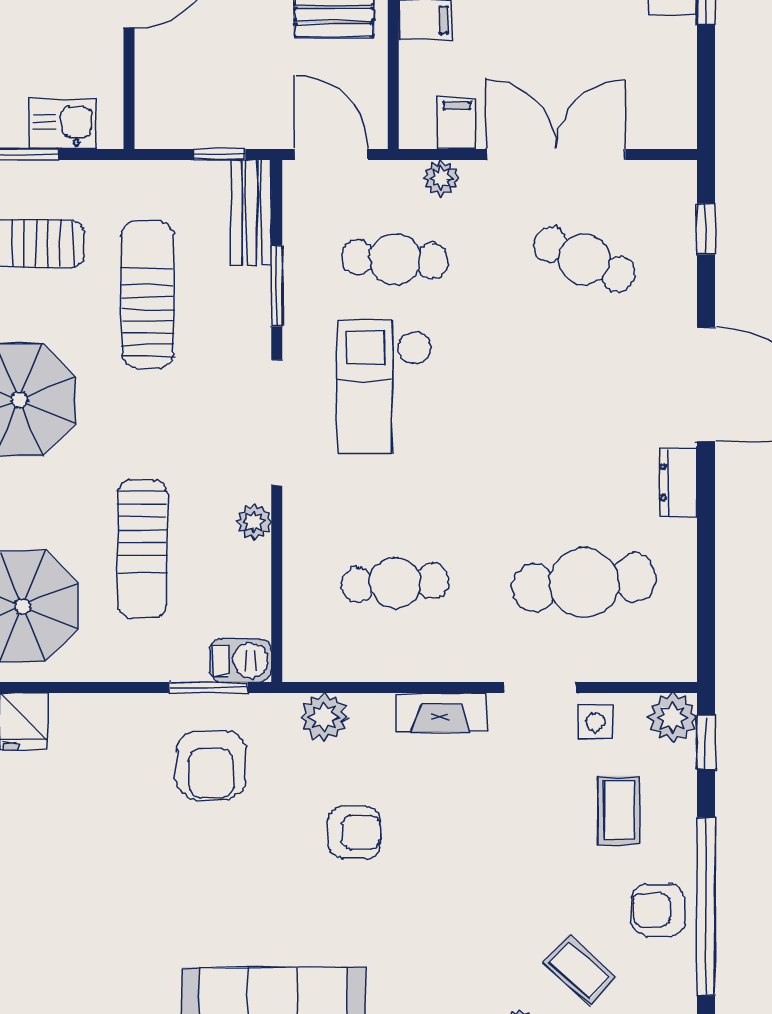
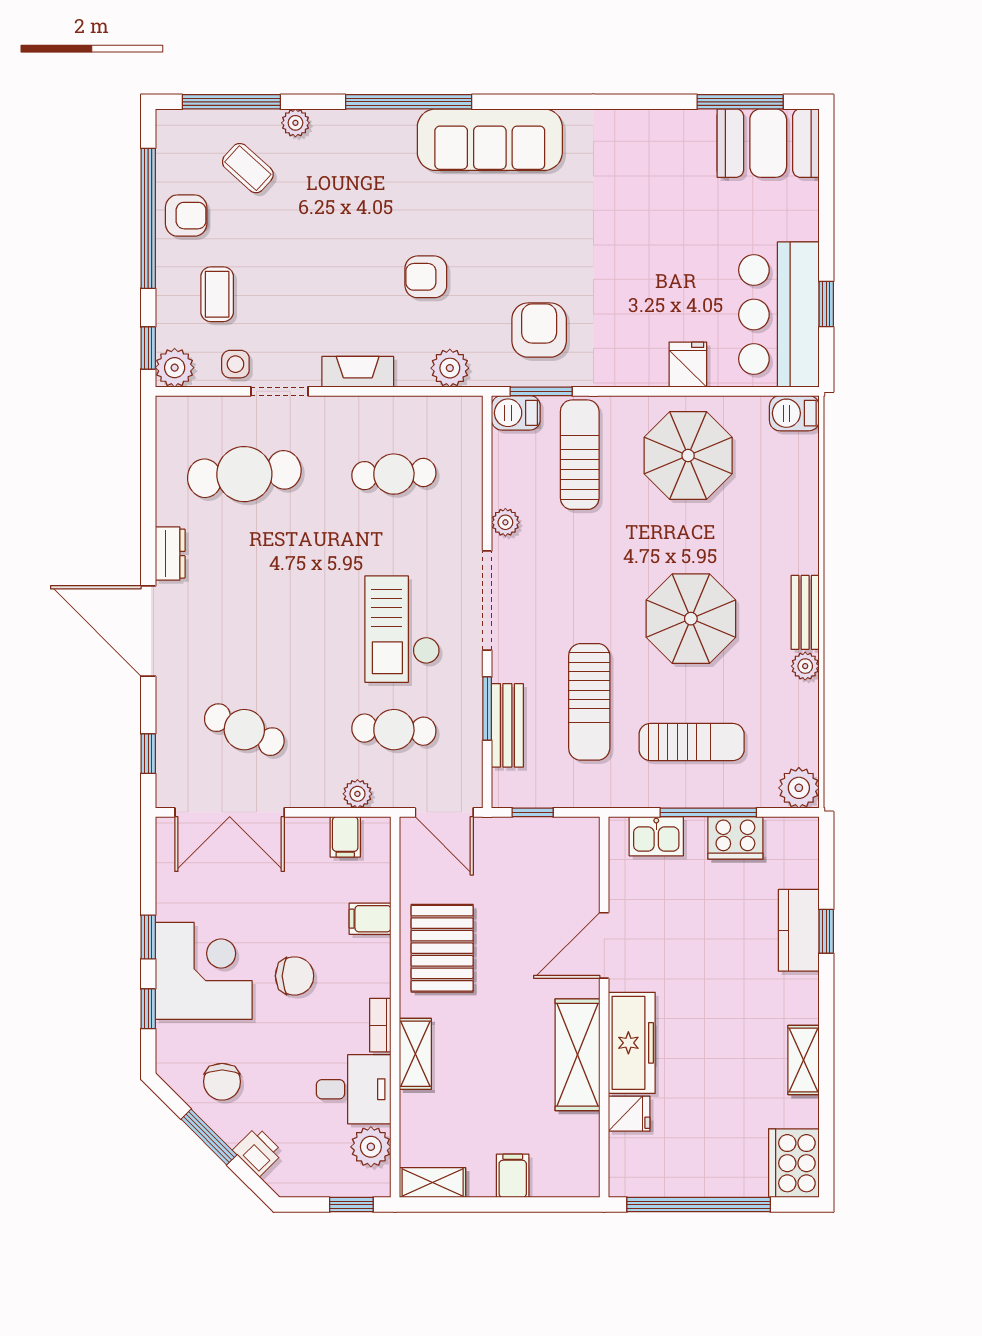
double door: (556, 154) -> (230, 812), moved
bench: (251, 213) -> (507, 725), moved
checkout: (384, 387) -> (402, 629), turned 180
sun lounger: (142, 549) -> (580, 455), moved

